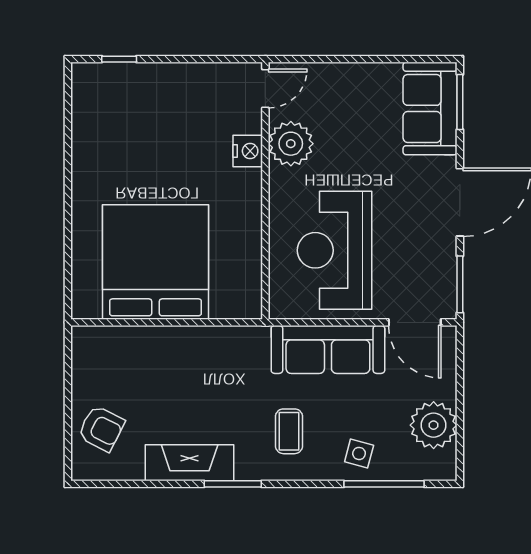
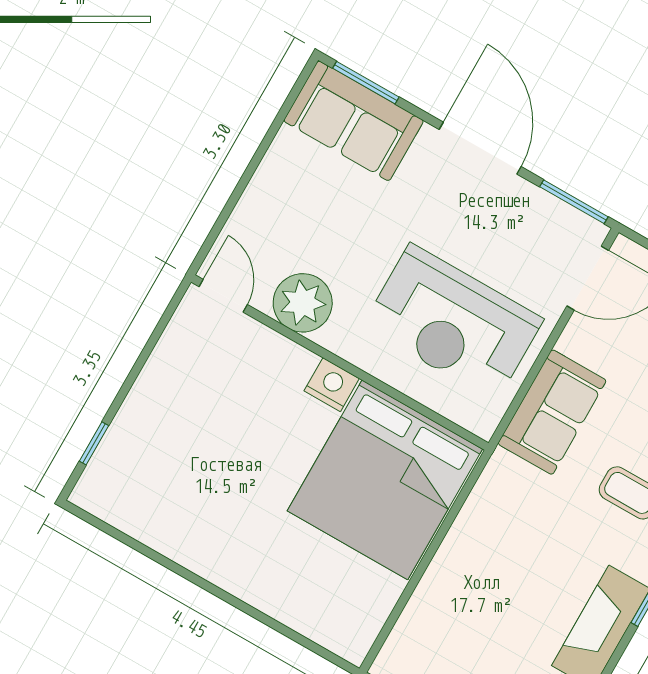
nightstand: (248, 151) -> (332, 385), moved
bed: (155, 262) -> (385, 480), moved, turned -90
sofa: (328, 349) -> (552, 412), width x0.73

